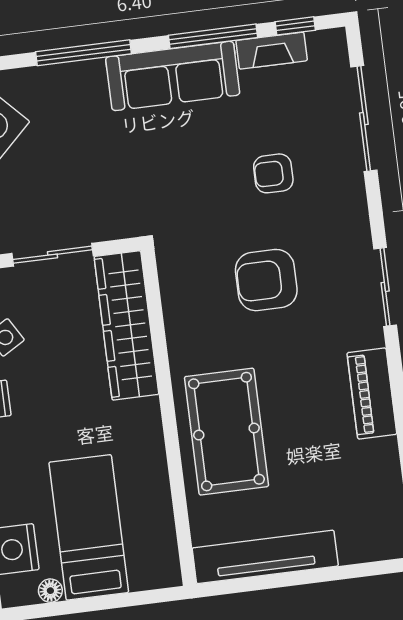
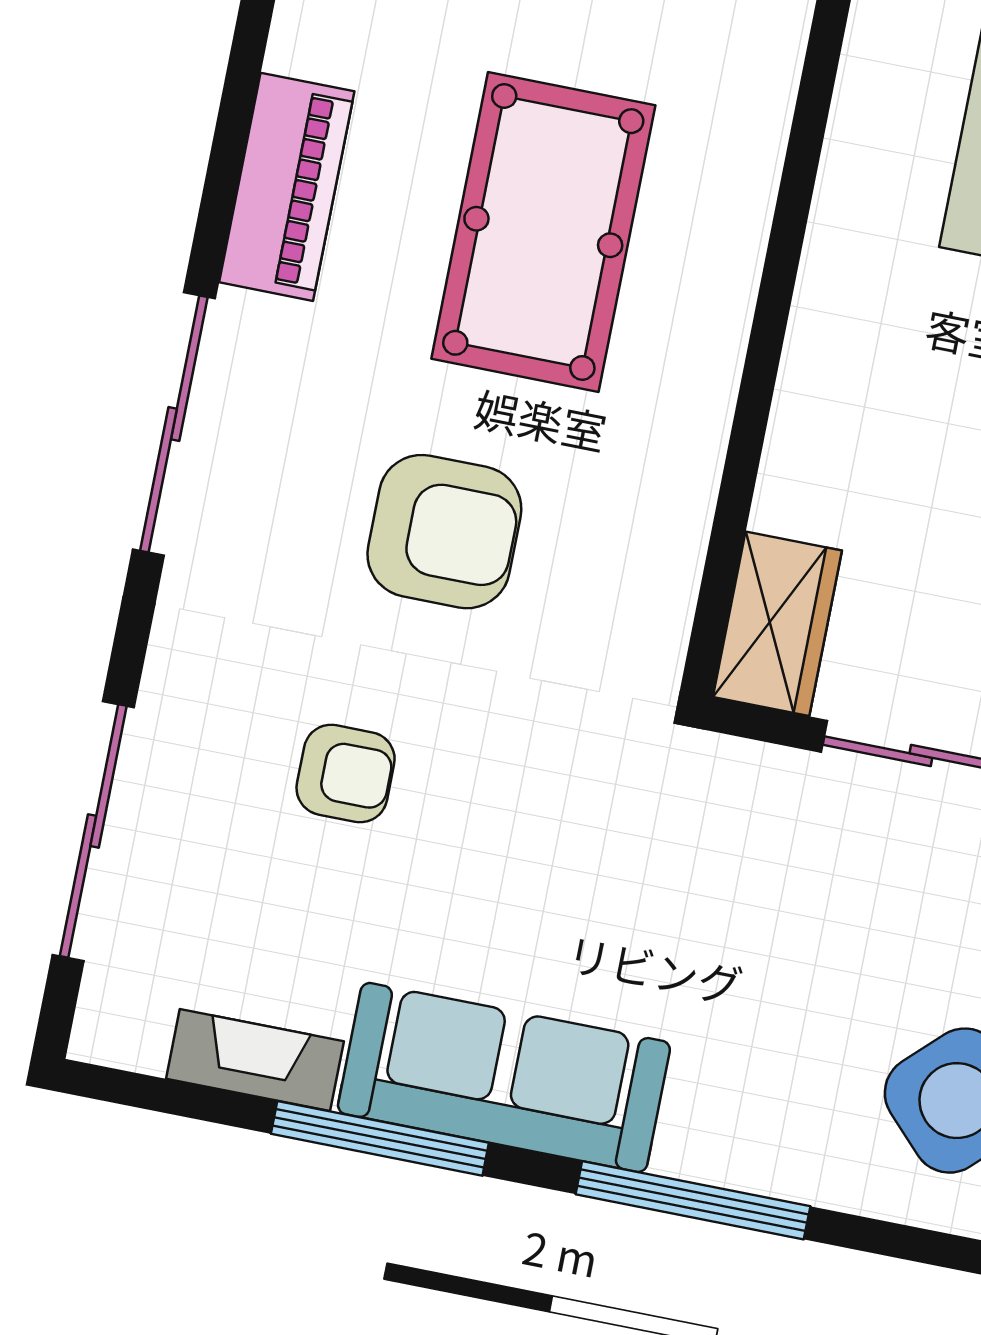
window: (295, 26) -> (181, 1099), removed
sliding door: (385, 287) -> (174, 424), width x1.37
wardrobe: (126, 325) -> (777, 624), width x0.48, depth x0.85
pool table: (226, 432) -> (543, 232), moved

